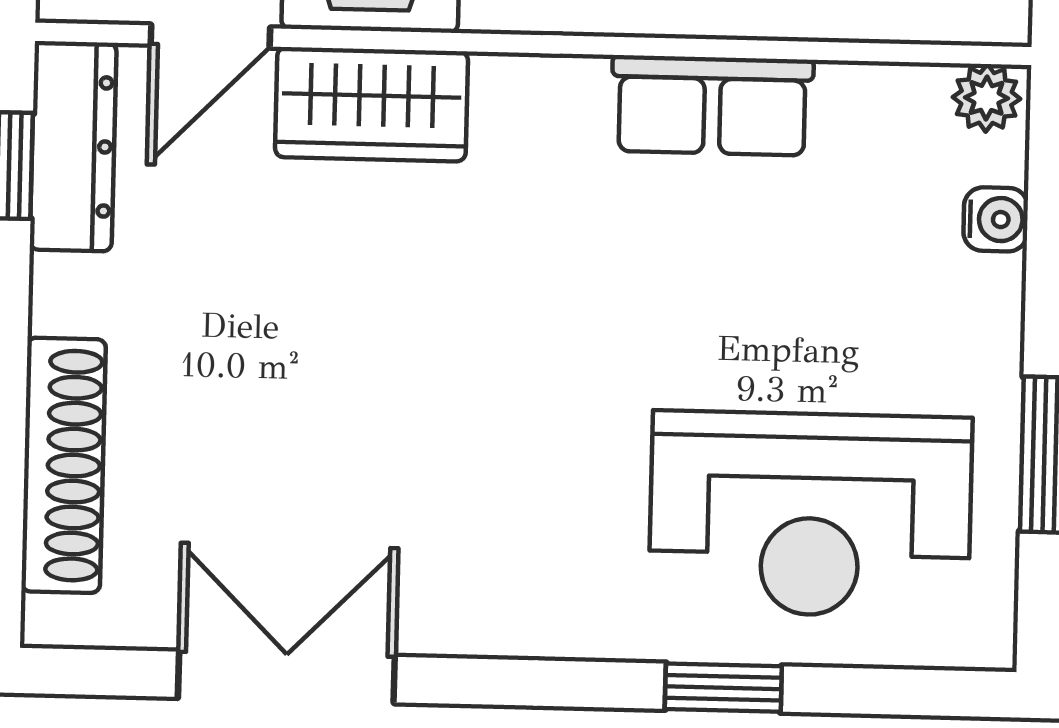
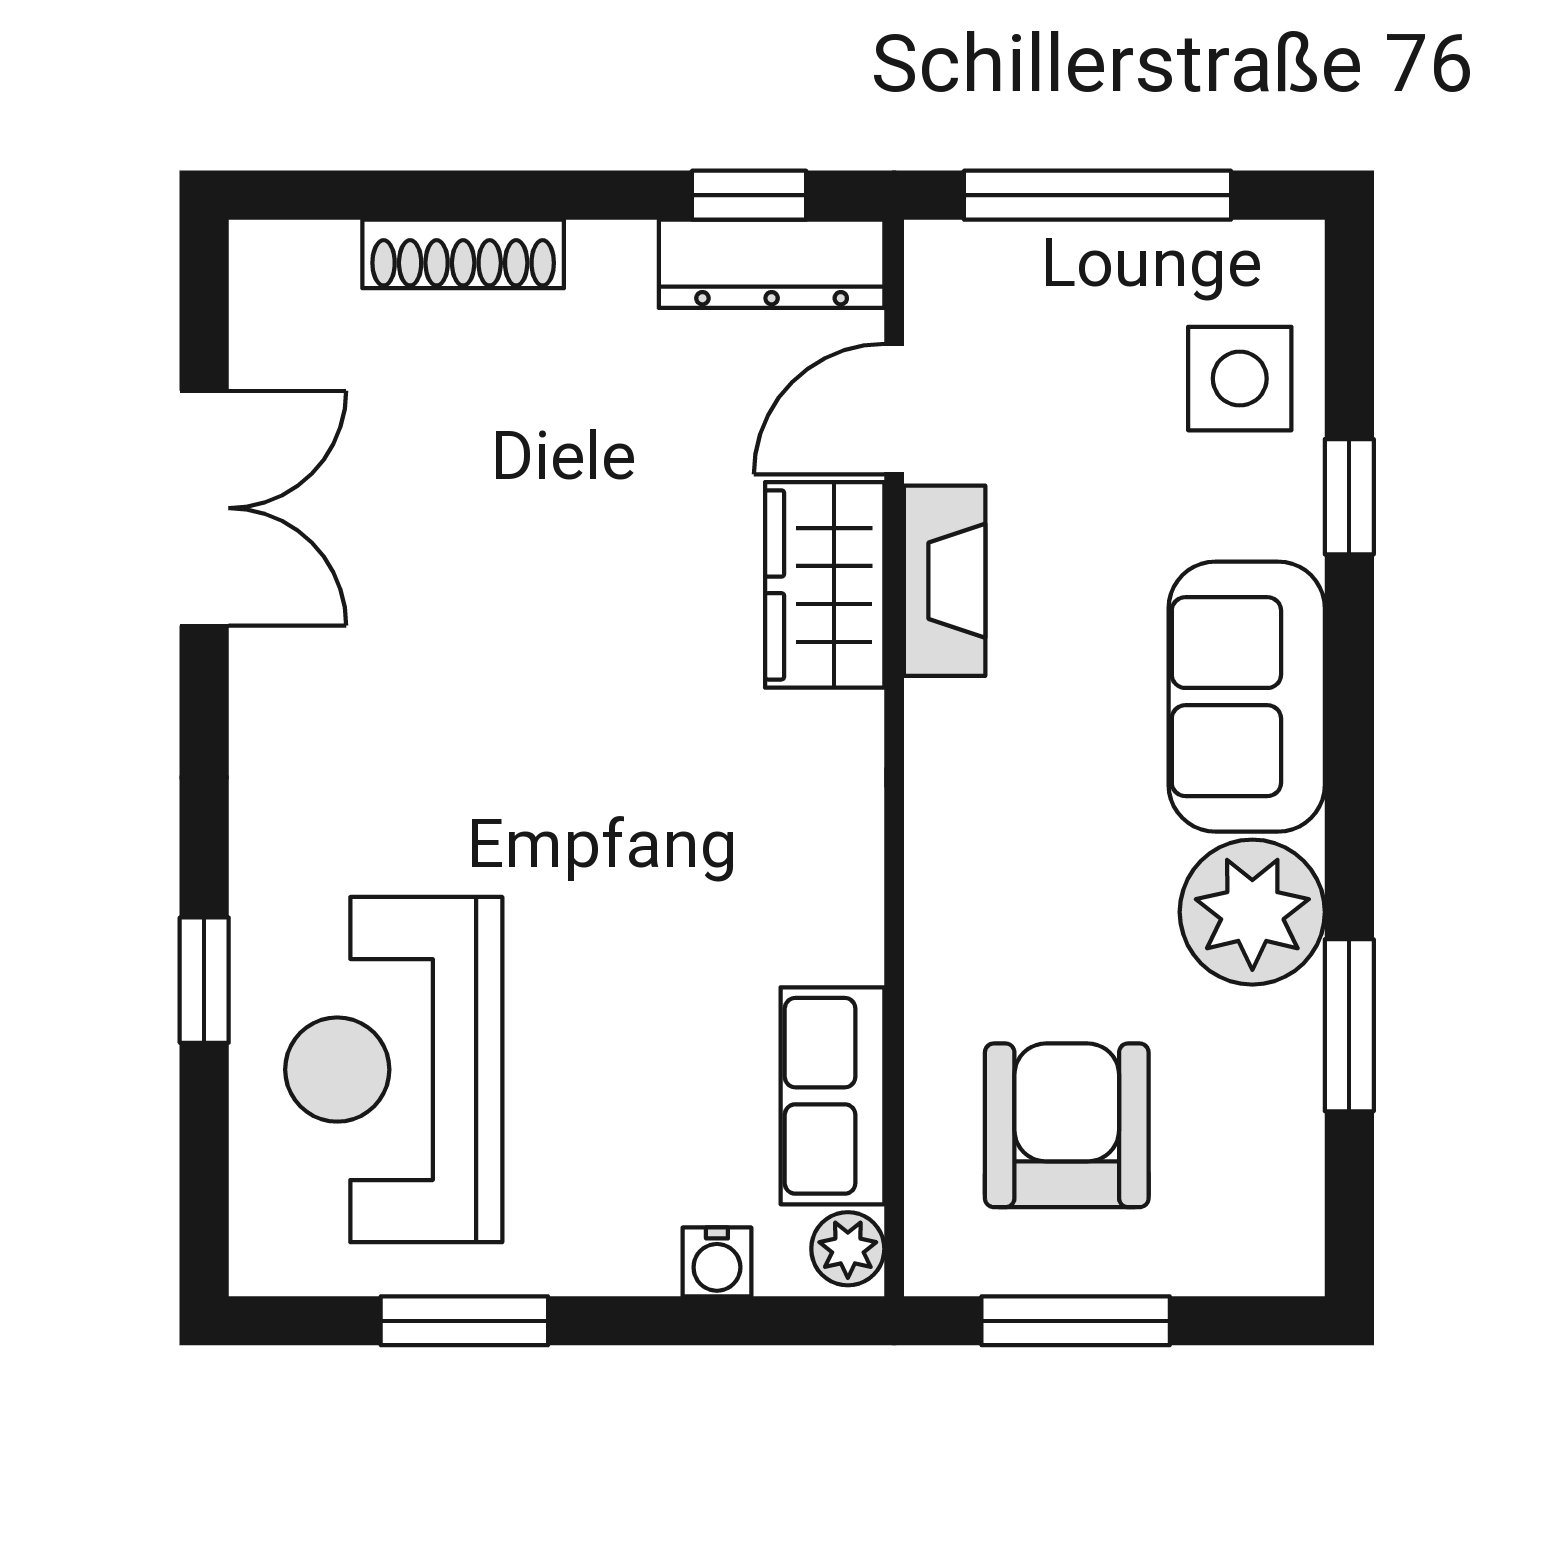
door: (210, 36) -> (894, 409), hinge flipped
row of seats: (712, 105) -> (833, 1096), moved
shoe rack: (64, 465) -> (463, 254), width x0.74, depth x0.81

